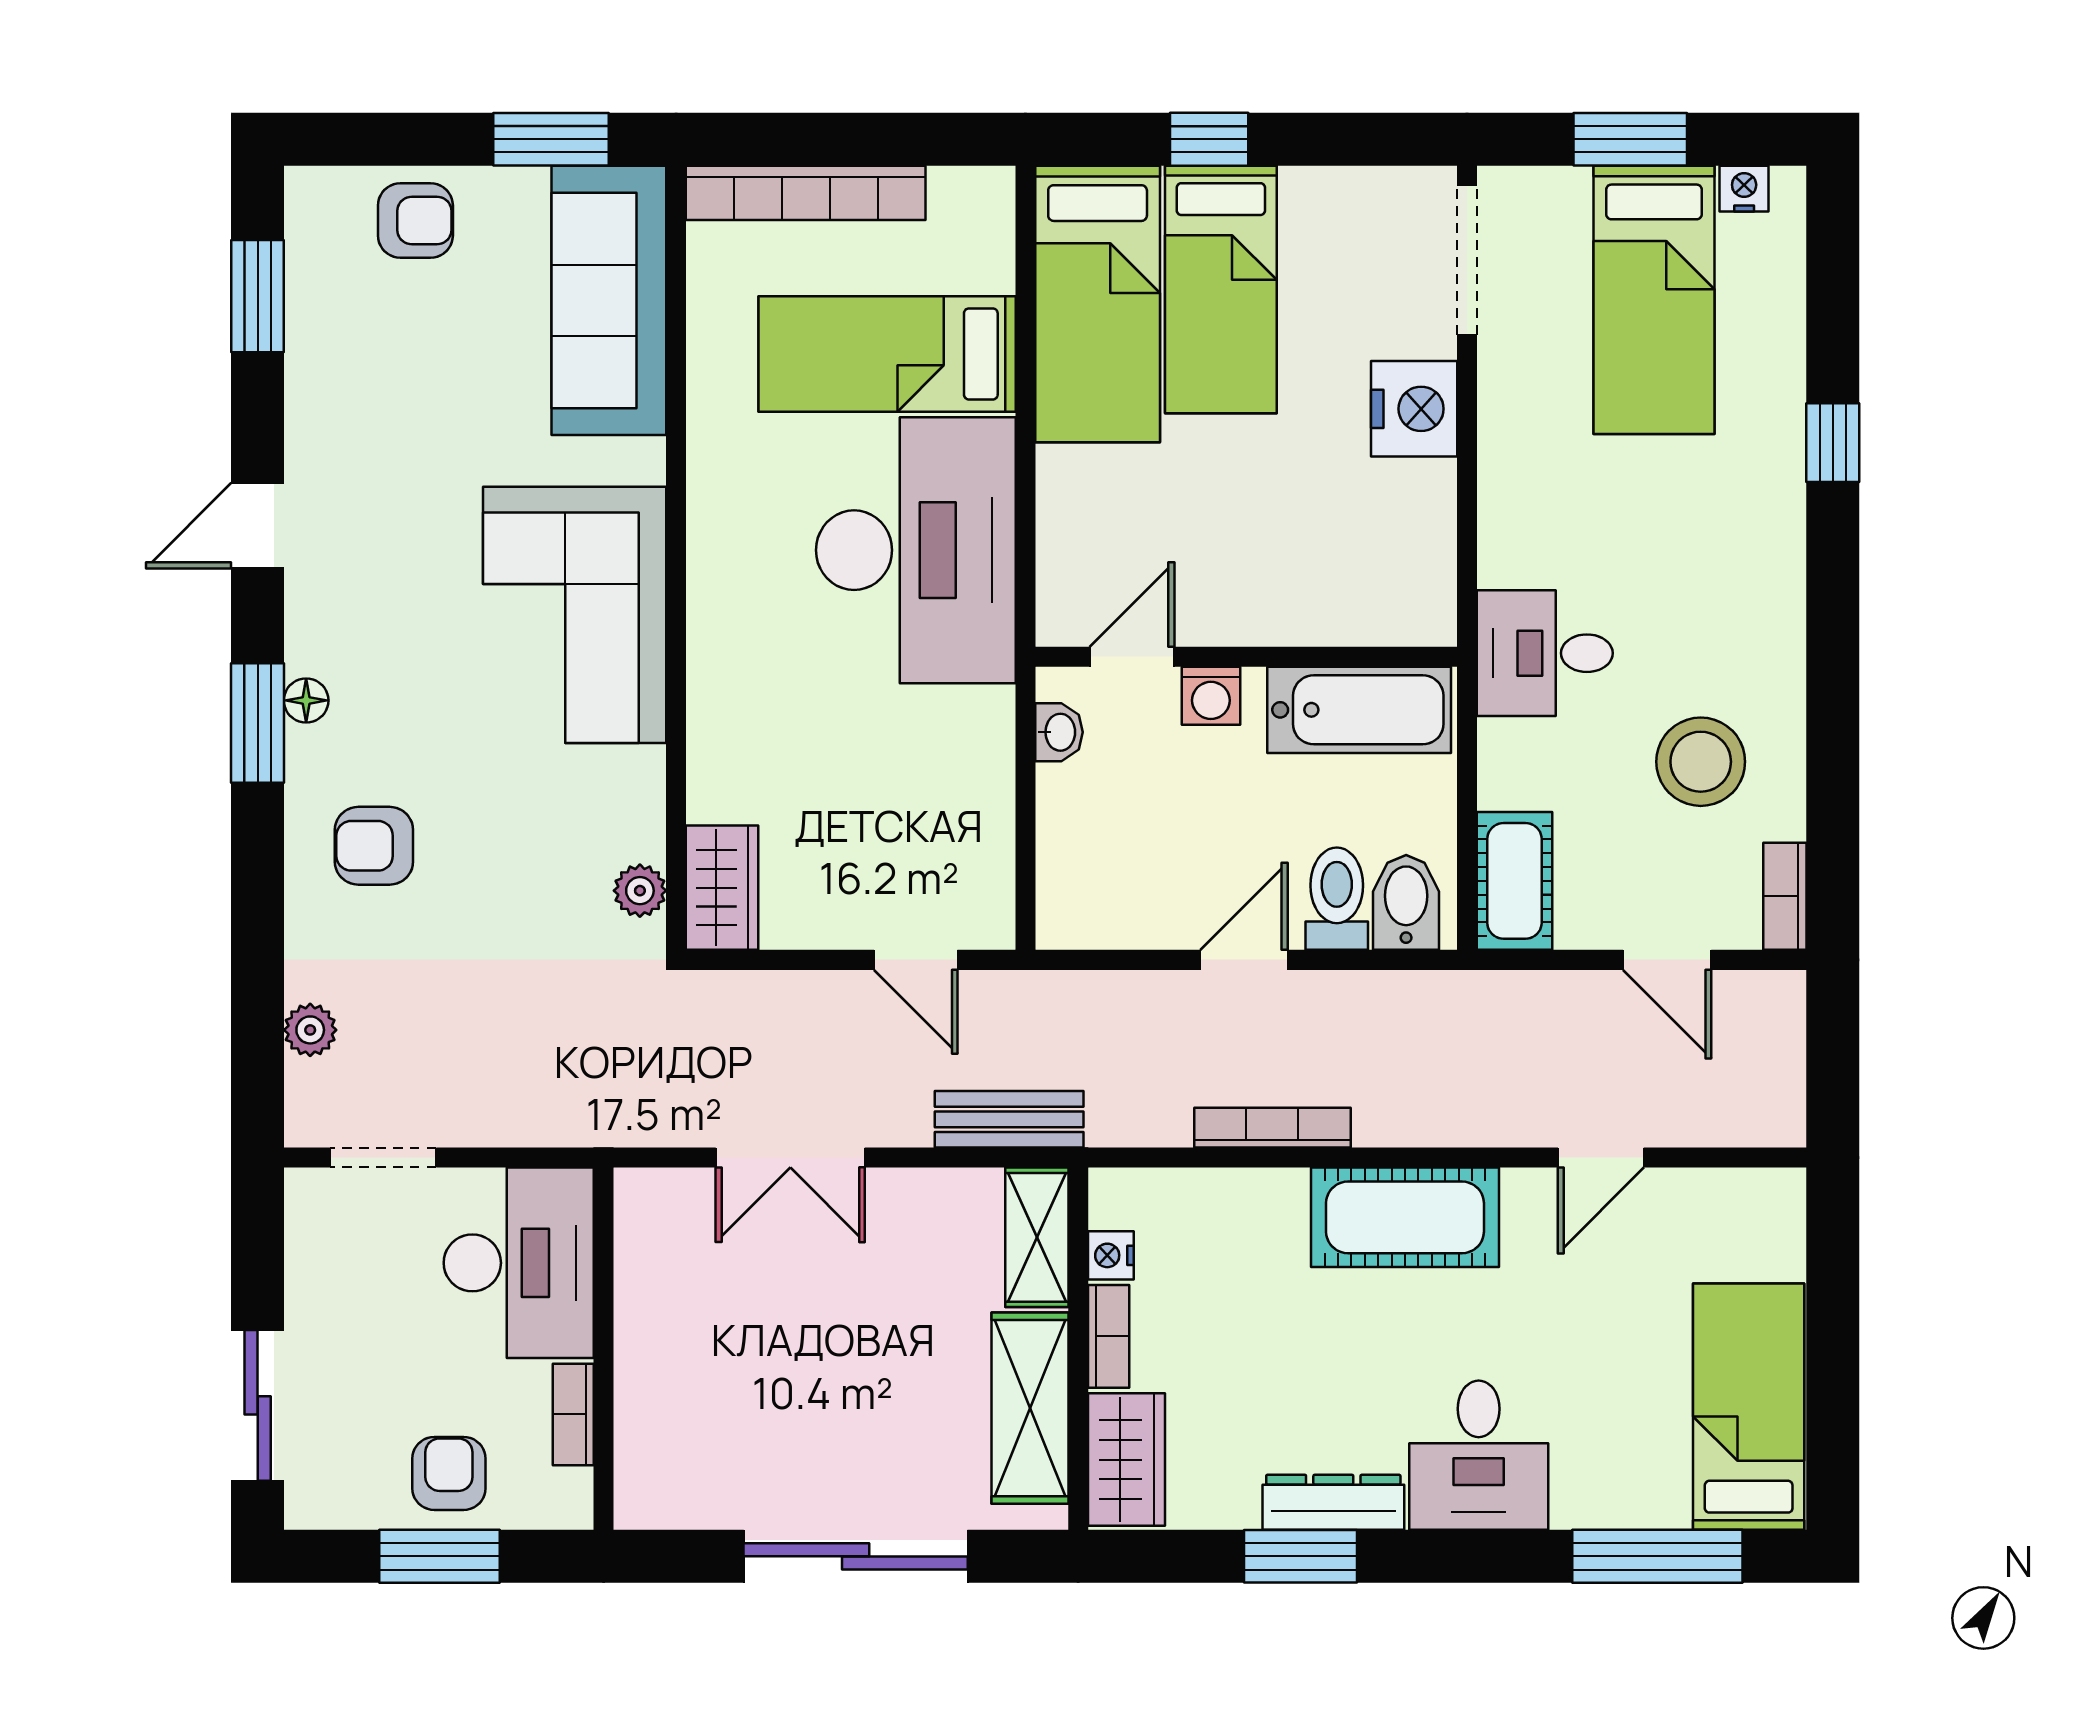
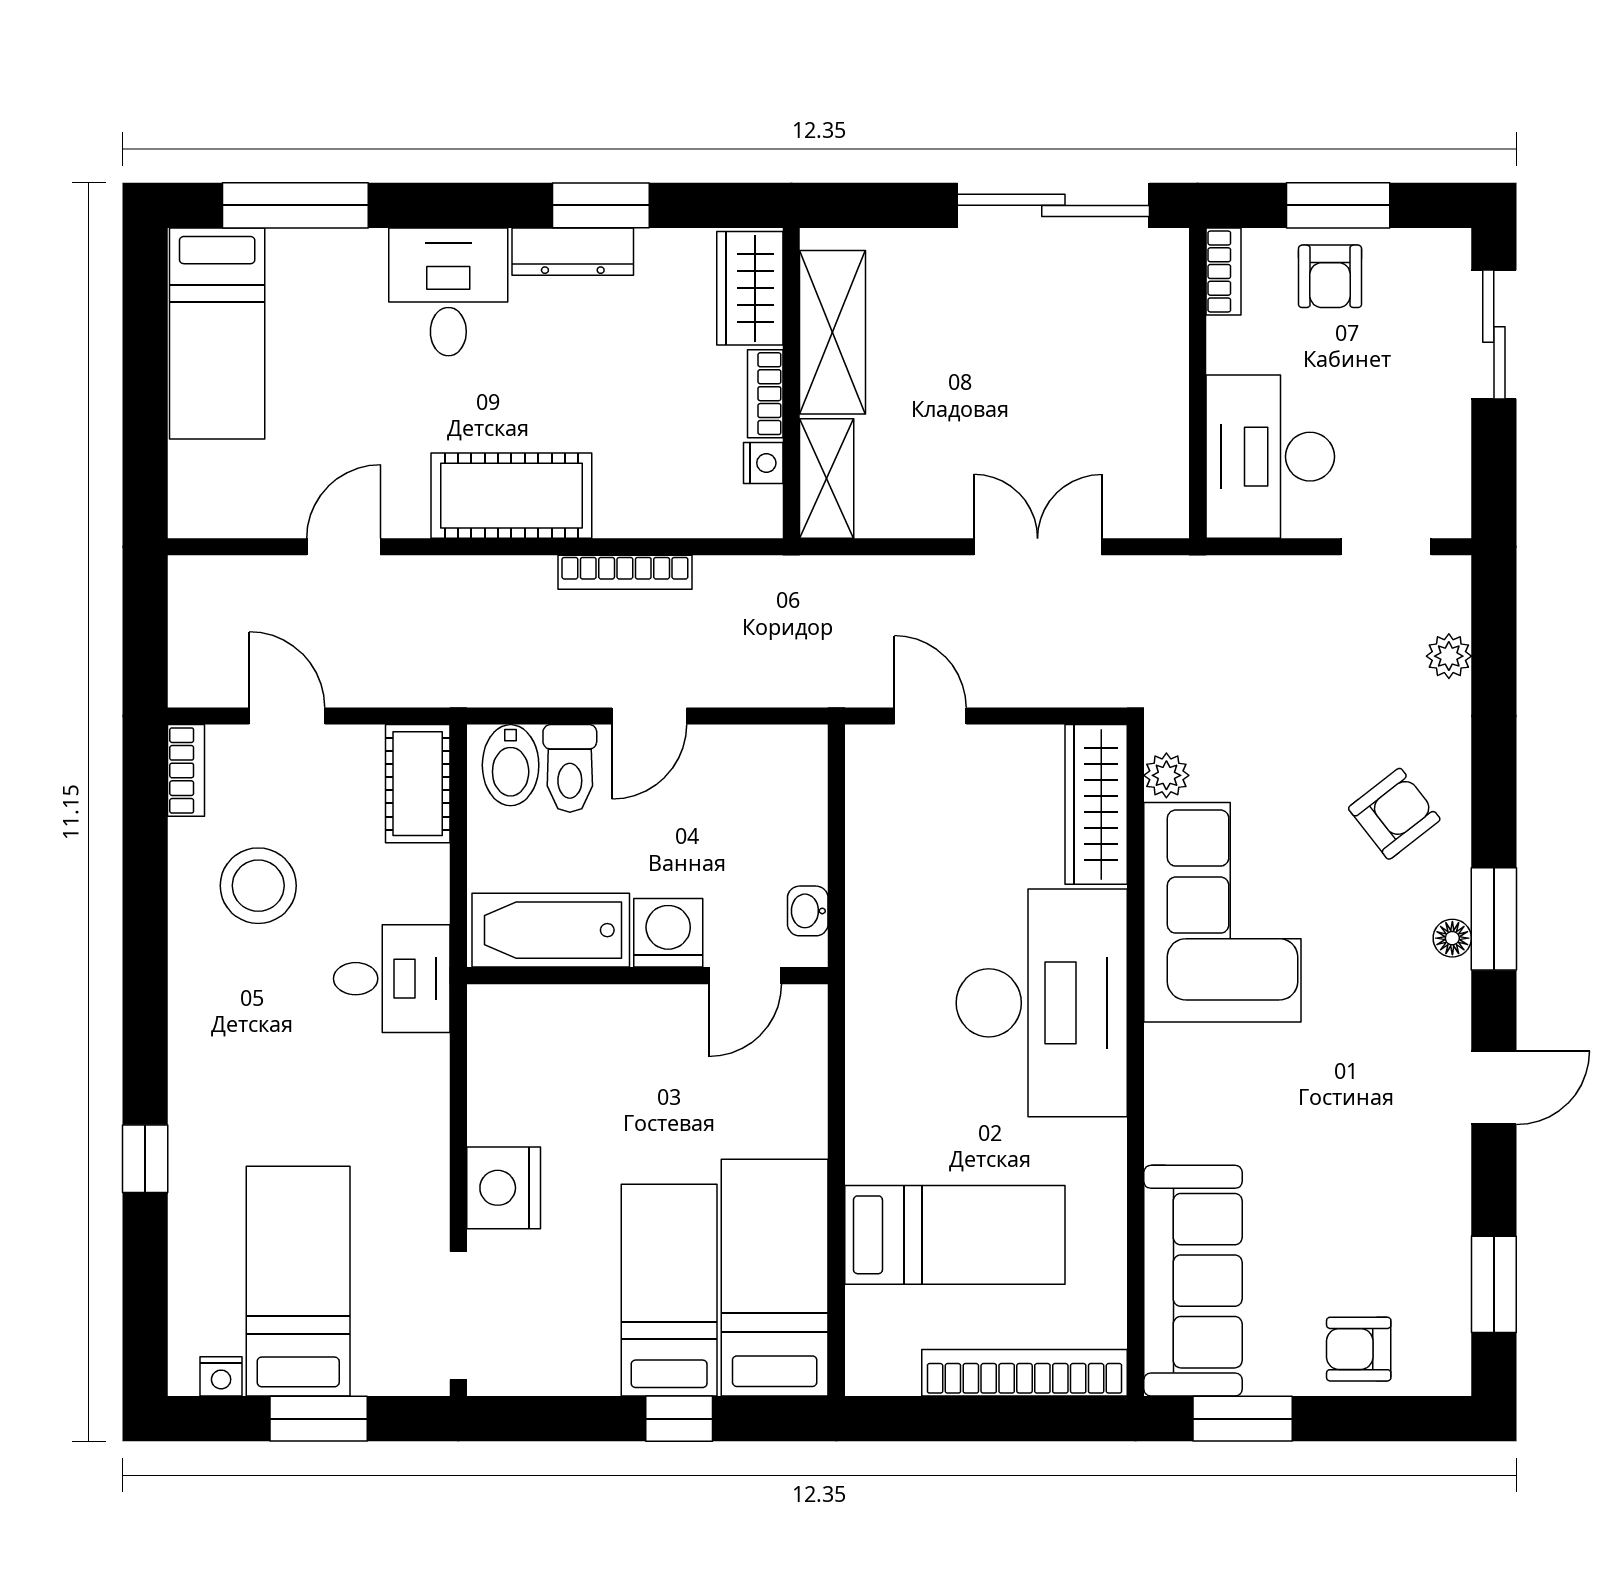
desk: (916, 550) -> (1042, 1003), moved, turned 180
corner sofa: (575, 615) -> (1222, 912), moved
washing machine: (1211, 696) -> (668, 933), width x1.38, depth x1.38
armchair: (374, 846) -> (1394, 814), turned -38
wardrobe: (722, 888) -> (1096, 804), width x1.50
bench: (1009, 1119) -> (850, 579), removed
bookcase: (573, 1414) -> (1223, 271), moved
sliding door: (856, 1556) -> (1053, 205), moved

